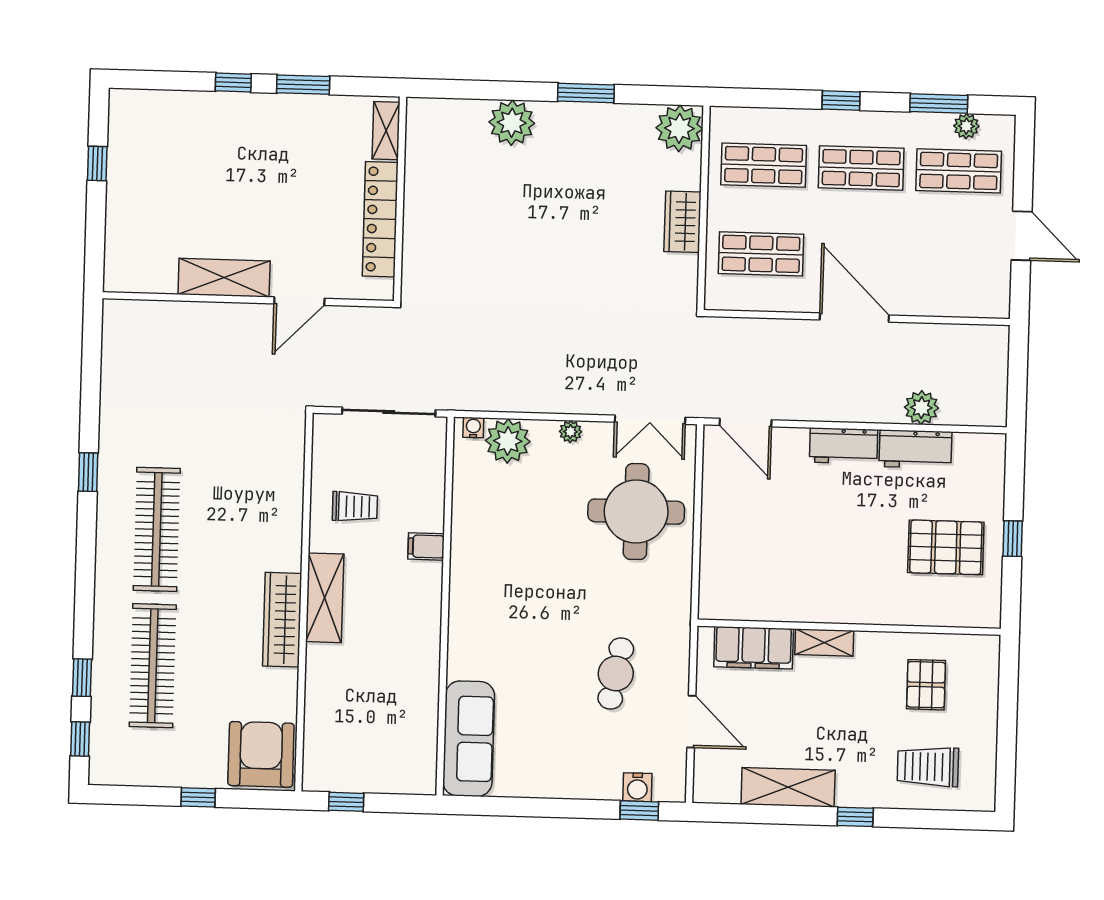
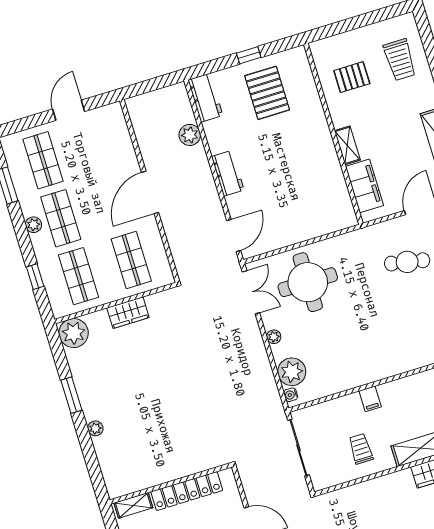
window: (841, 101) -> (35, 277), moved
plant: (512, 123) -> (95, 428), width x0.53, depth x0.53
plant: (966, 126) -> (33, 225), moved
workbench: (915, 449) -> (205, 98), moved

